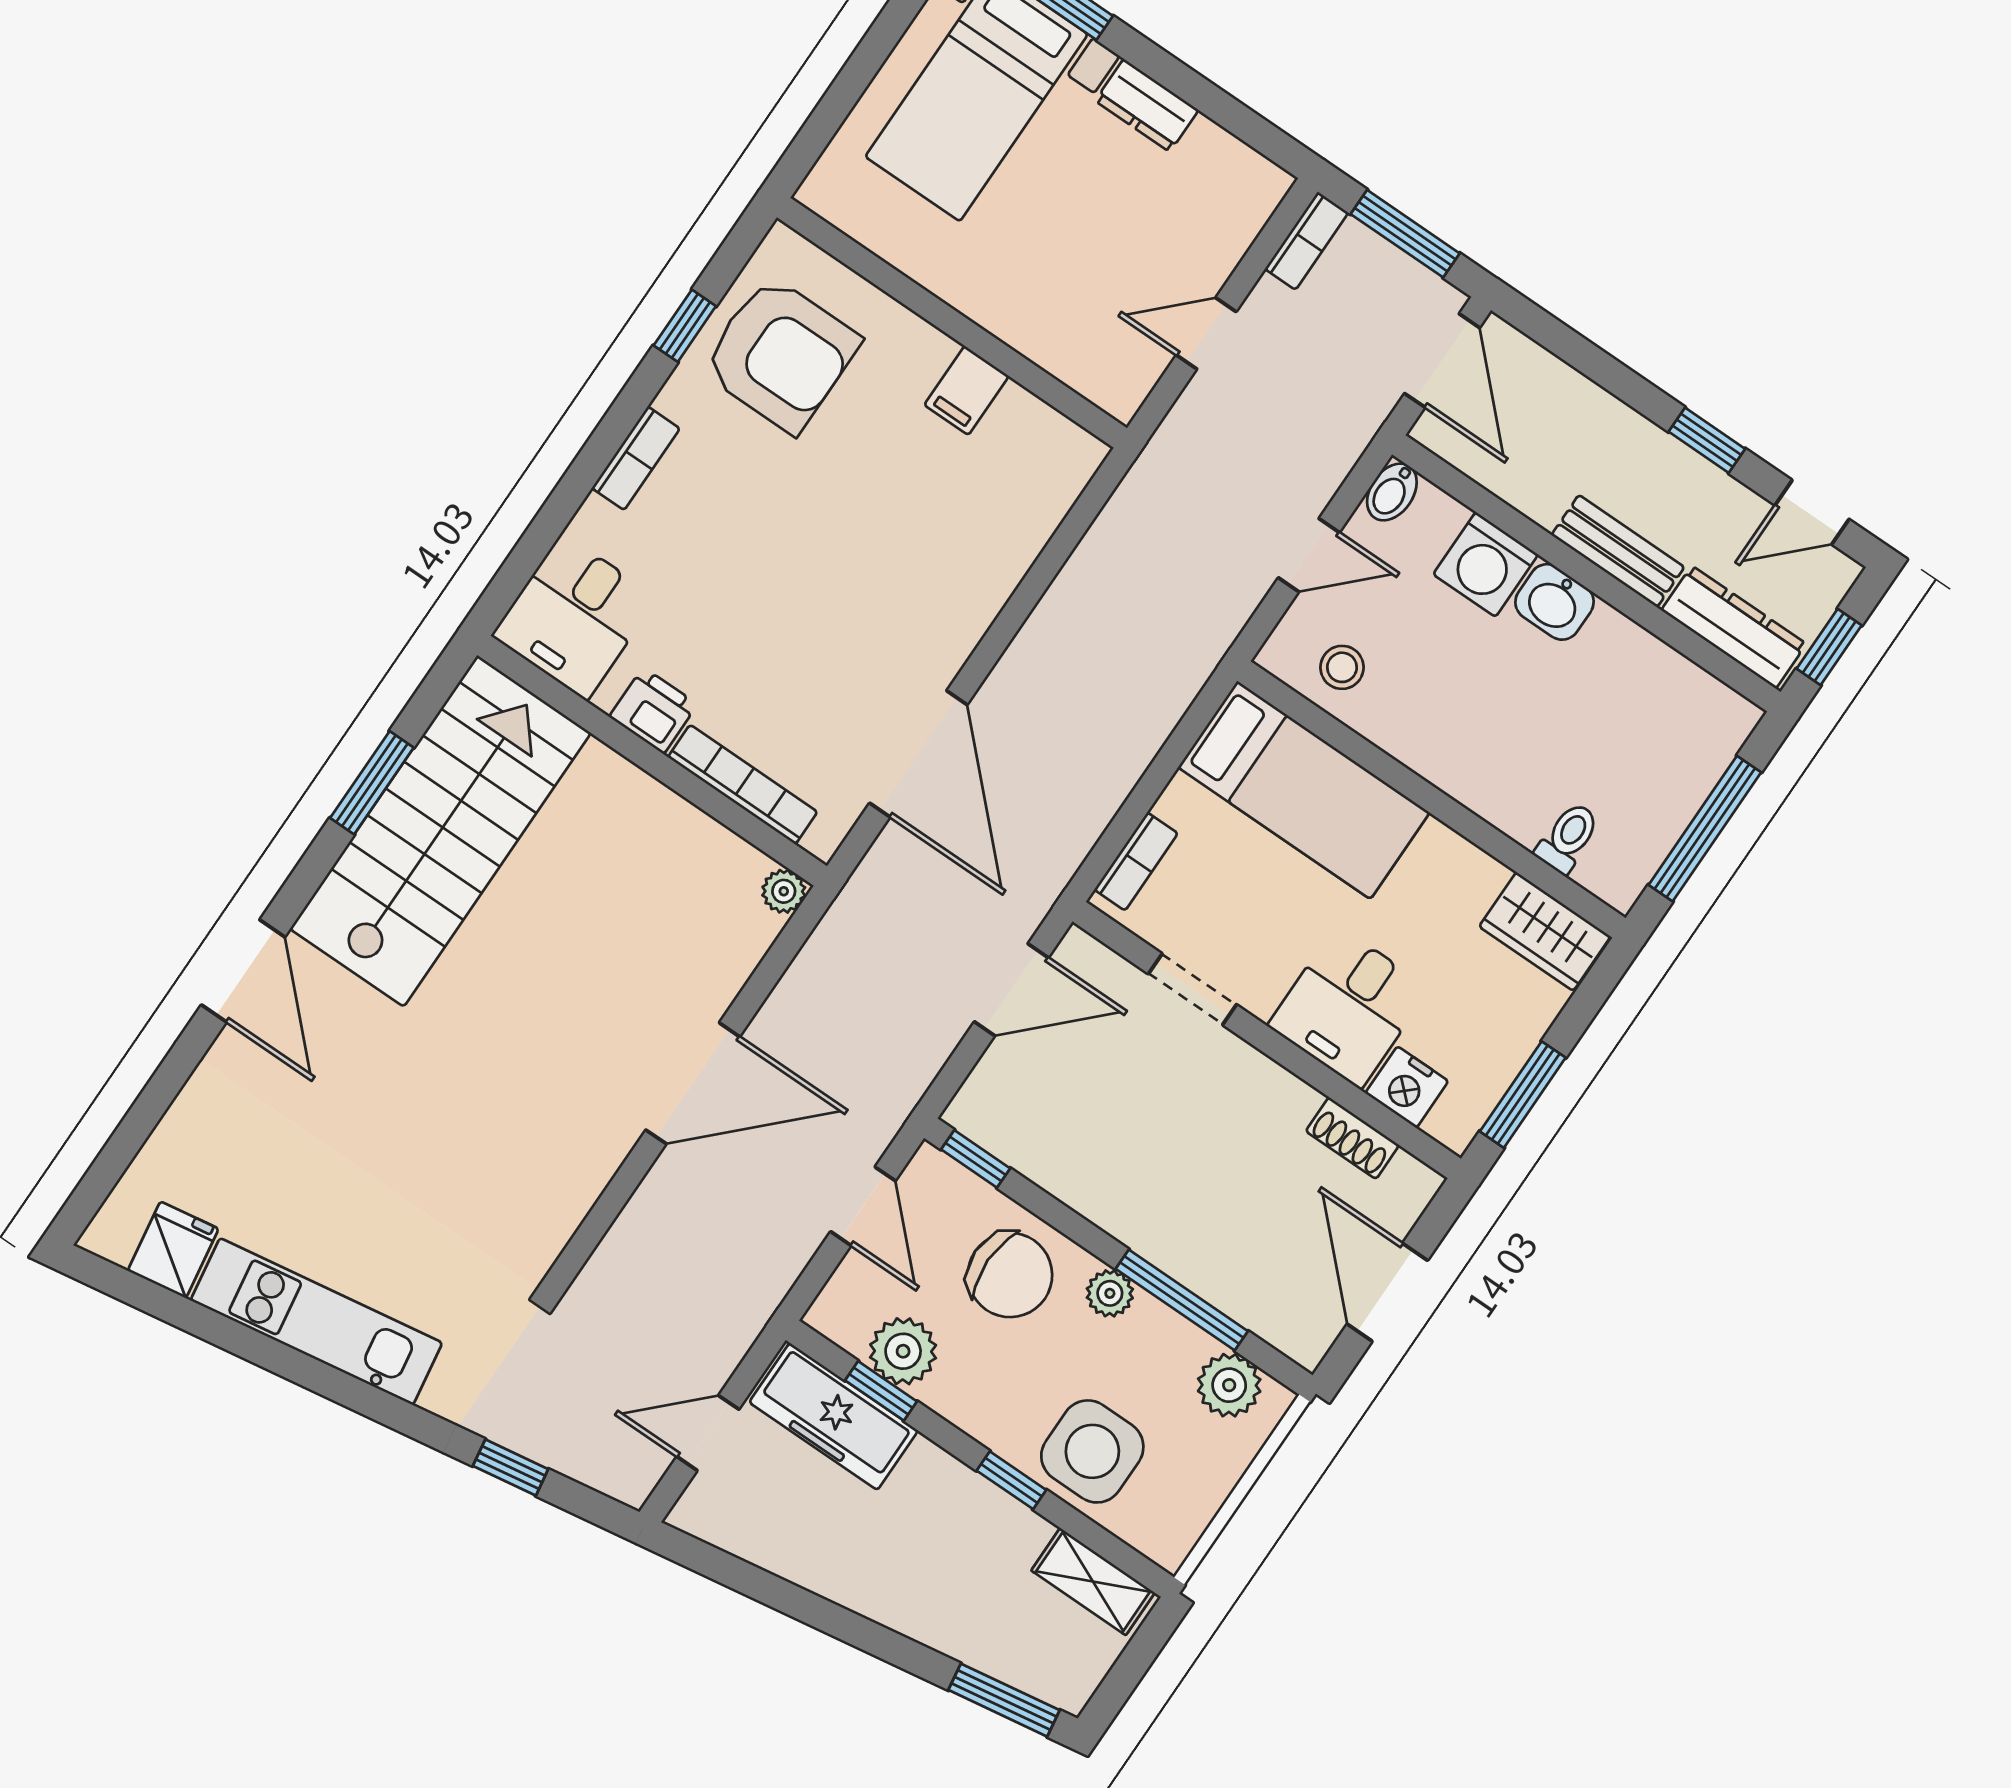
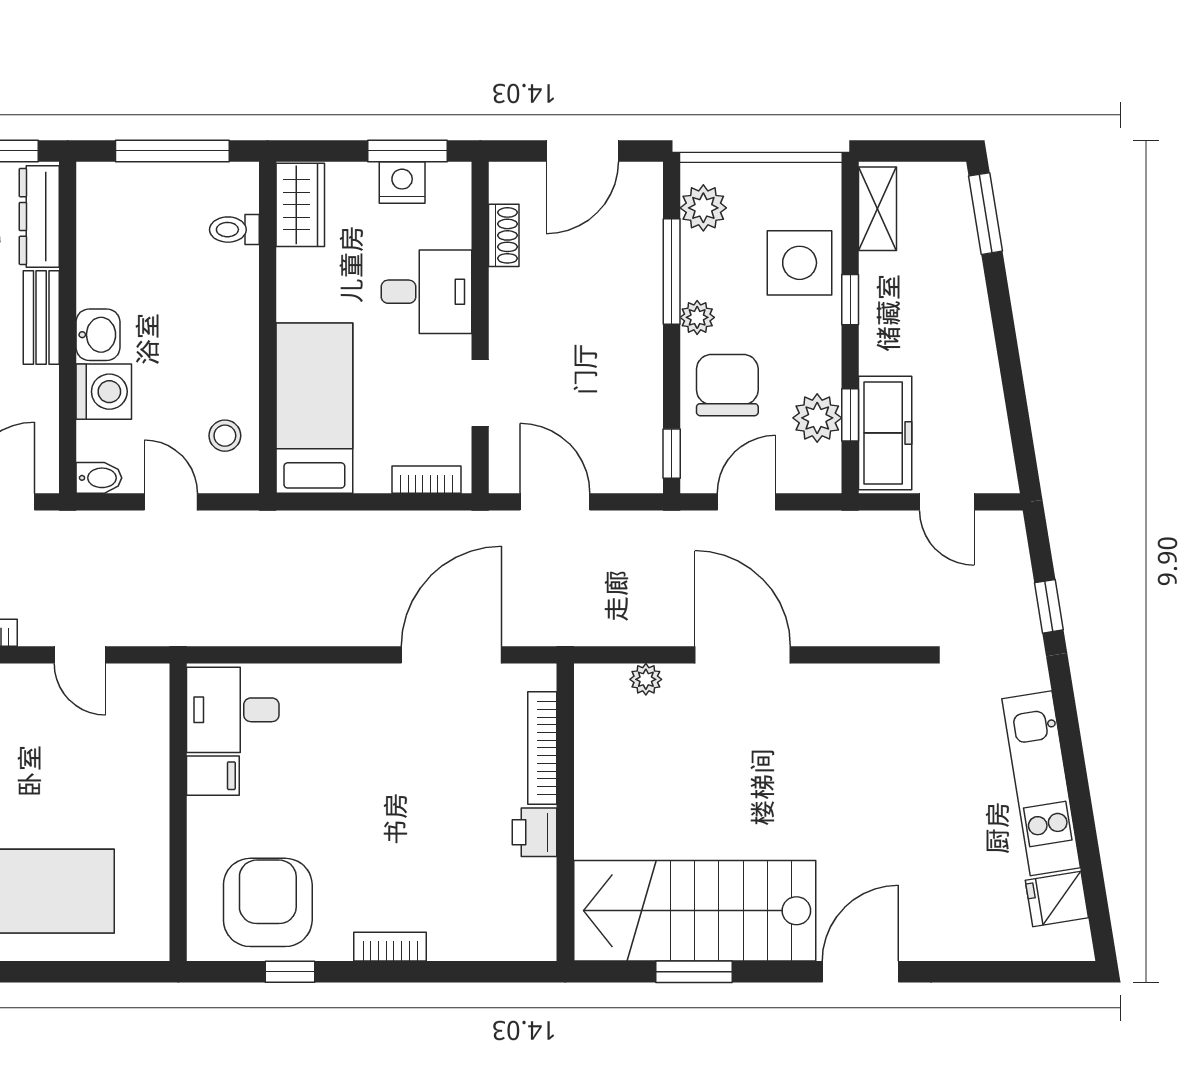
desk: (574, 617) -> (233, 710), moved, turned 180
plant: (784, 891) -> (646, 679), moved
nightstand: (1407, 1087) -> (402, 182), moved, turned -90

